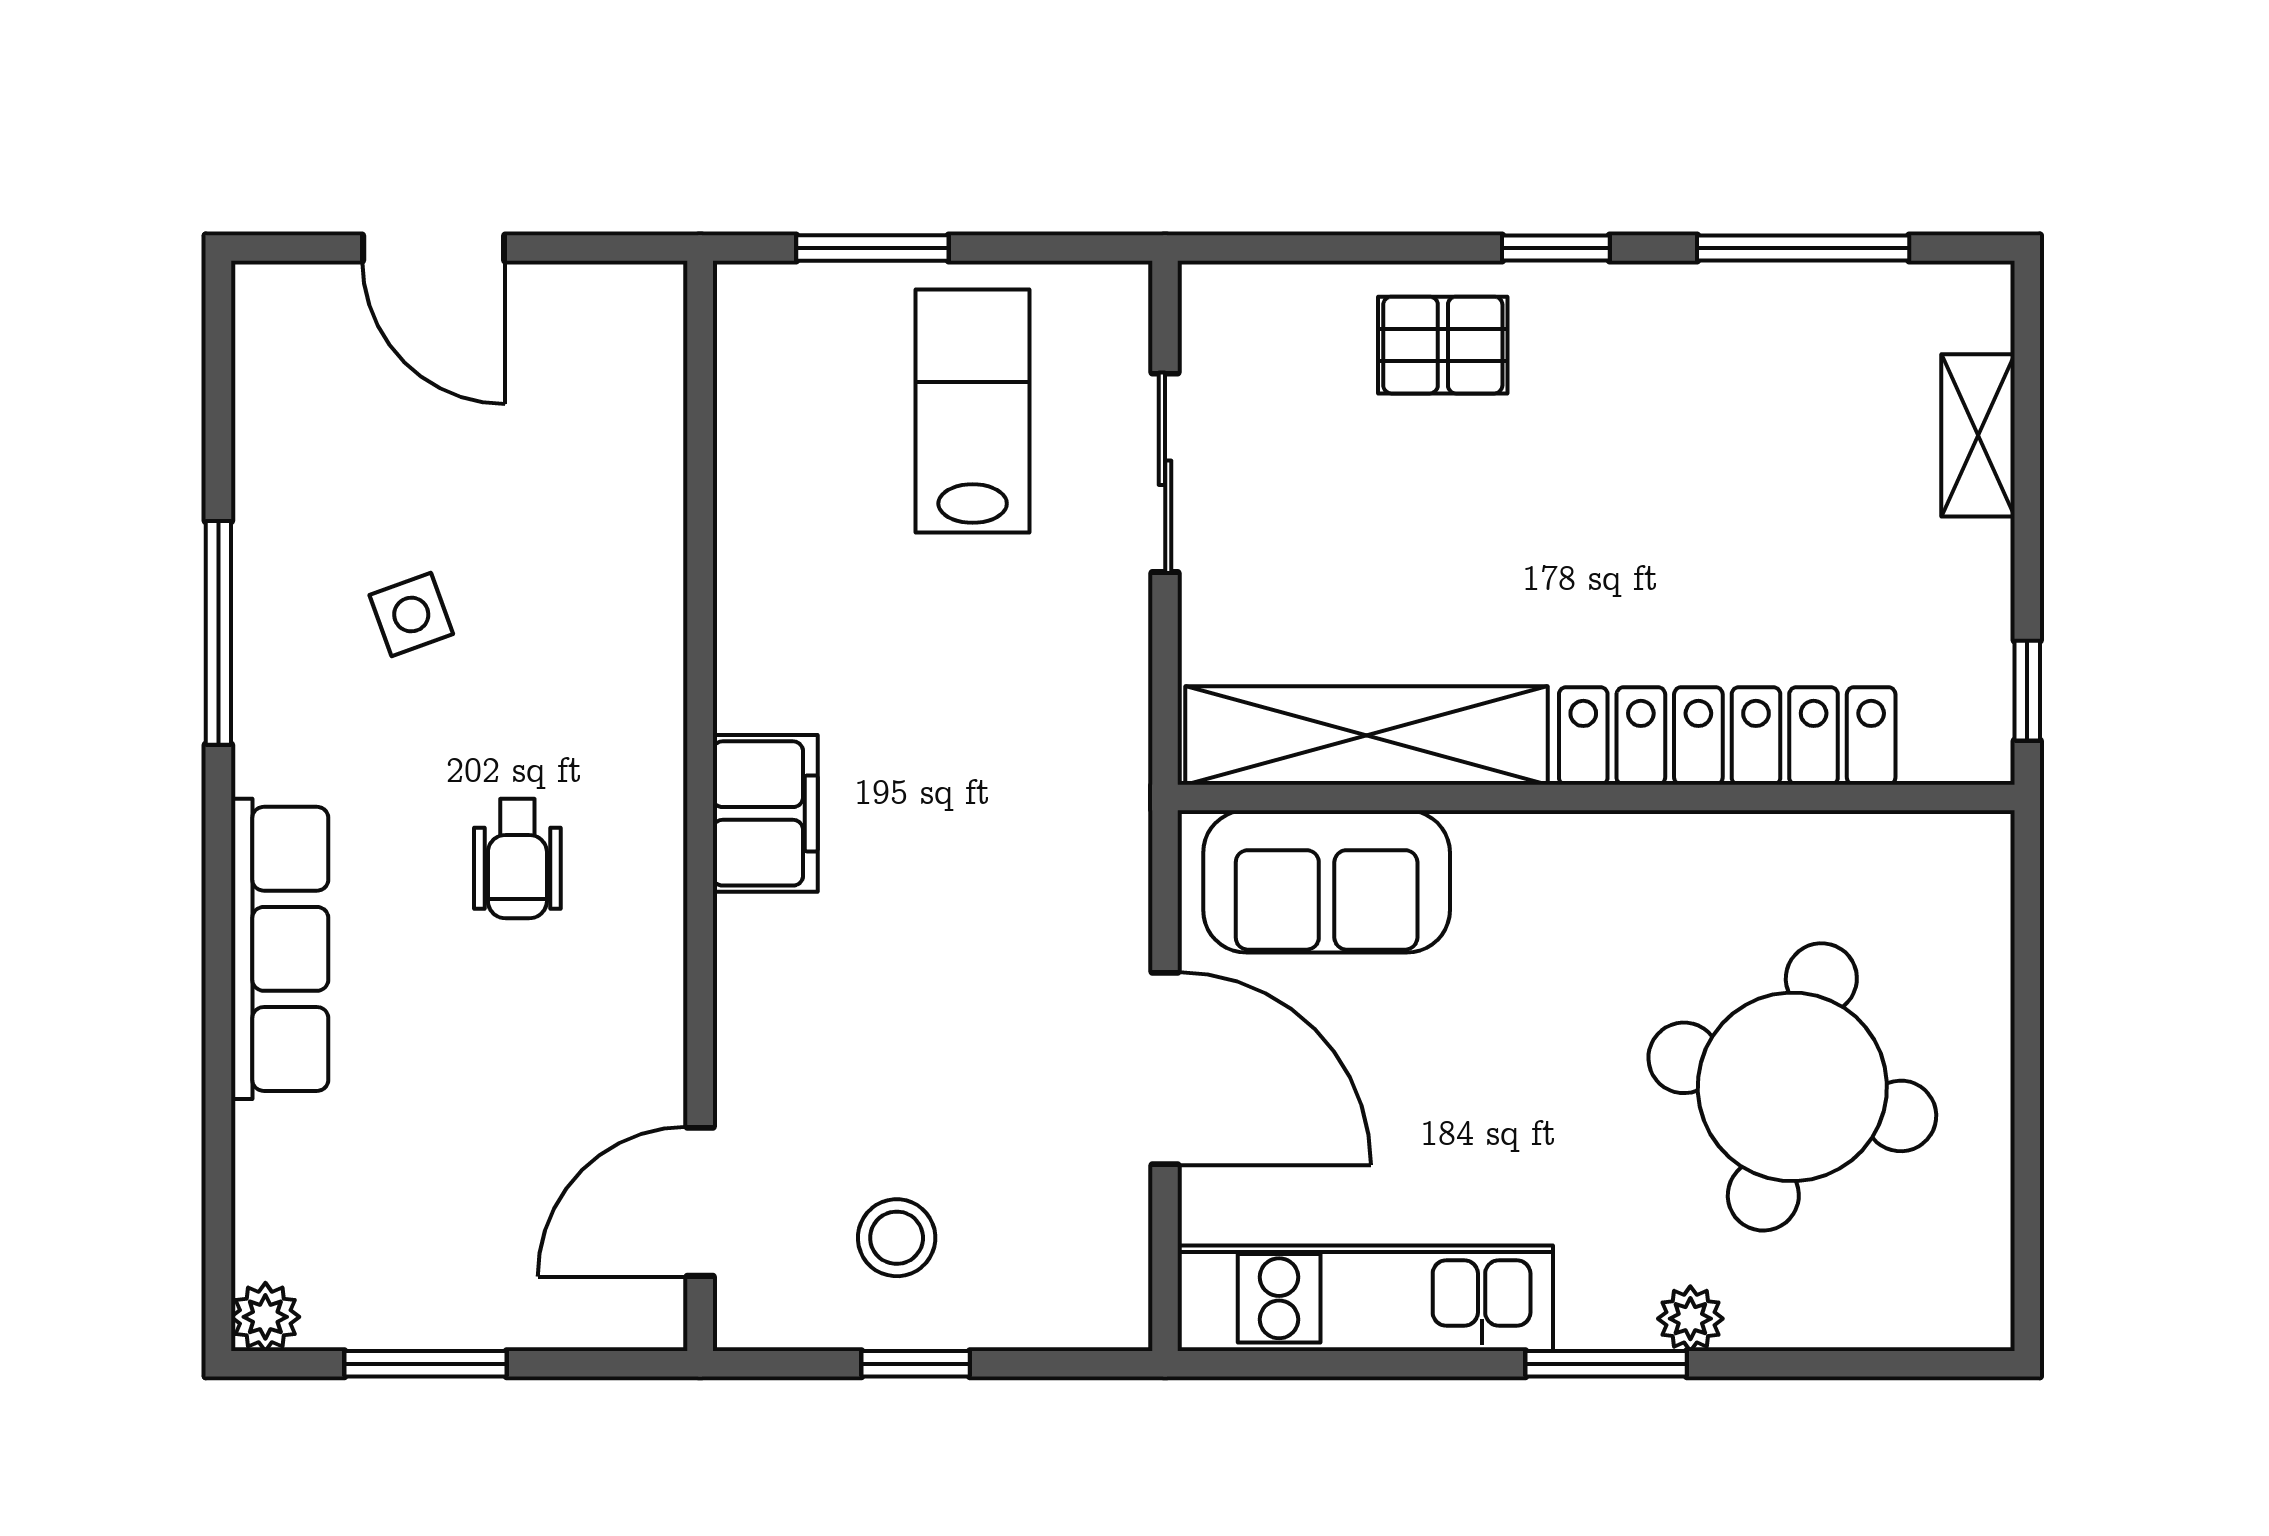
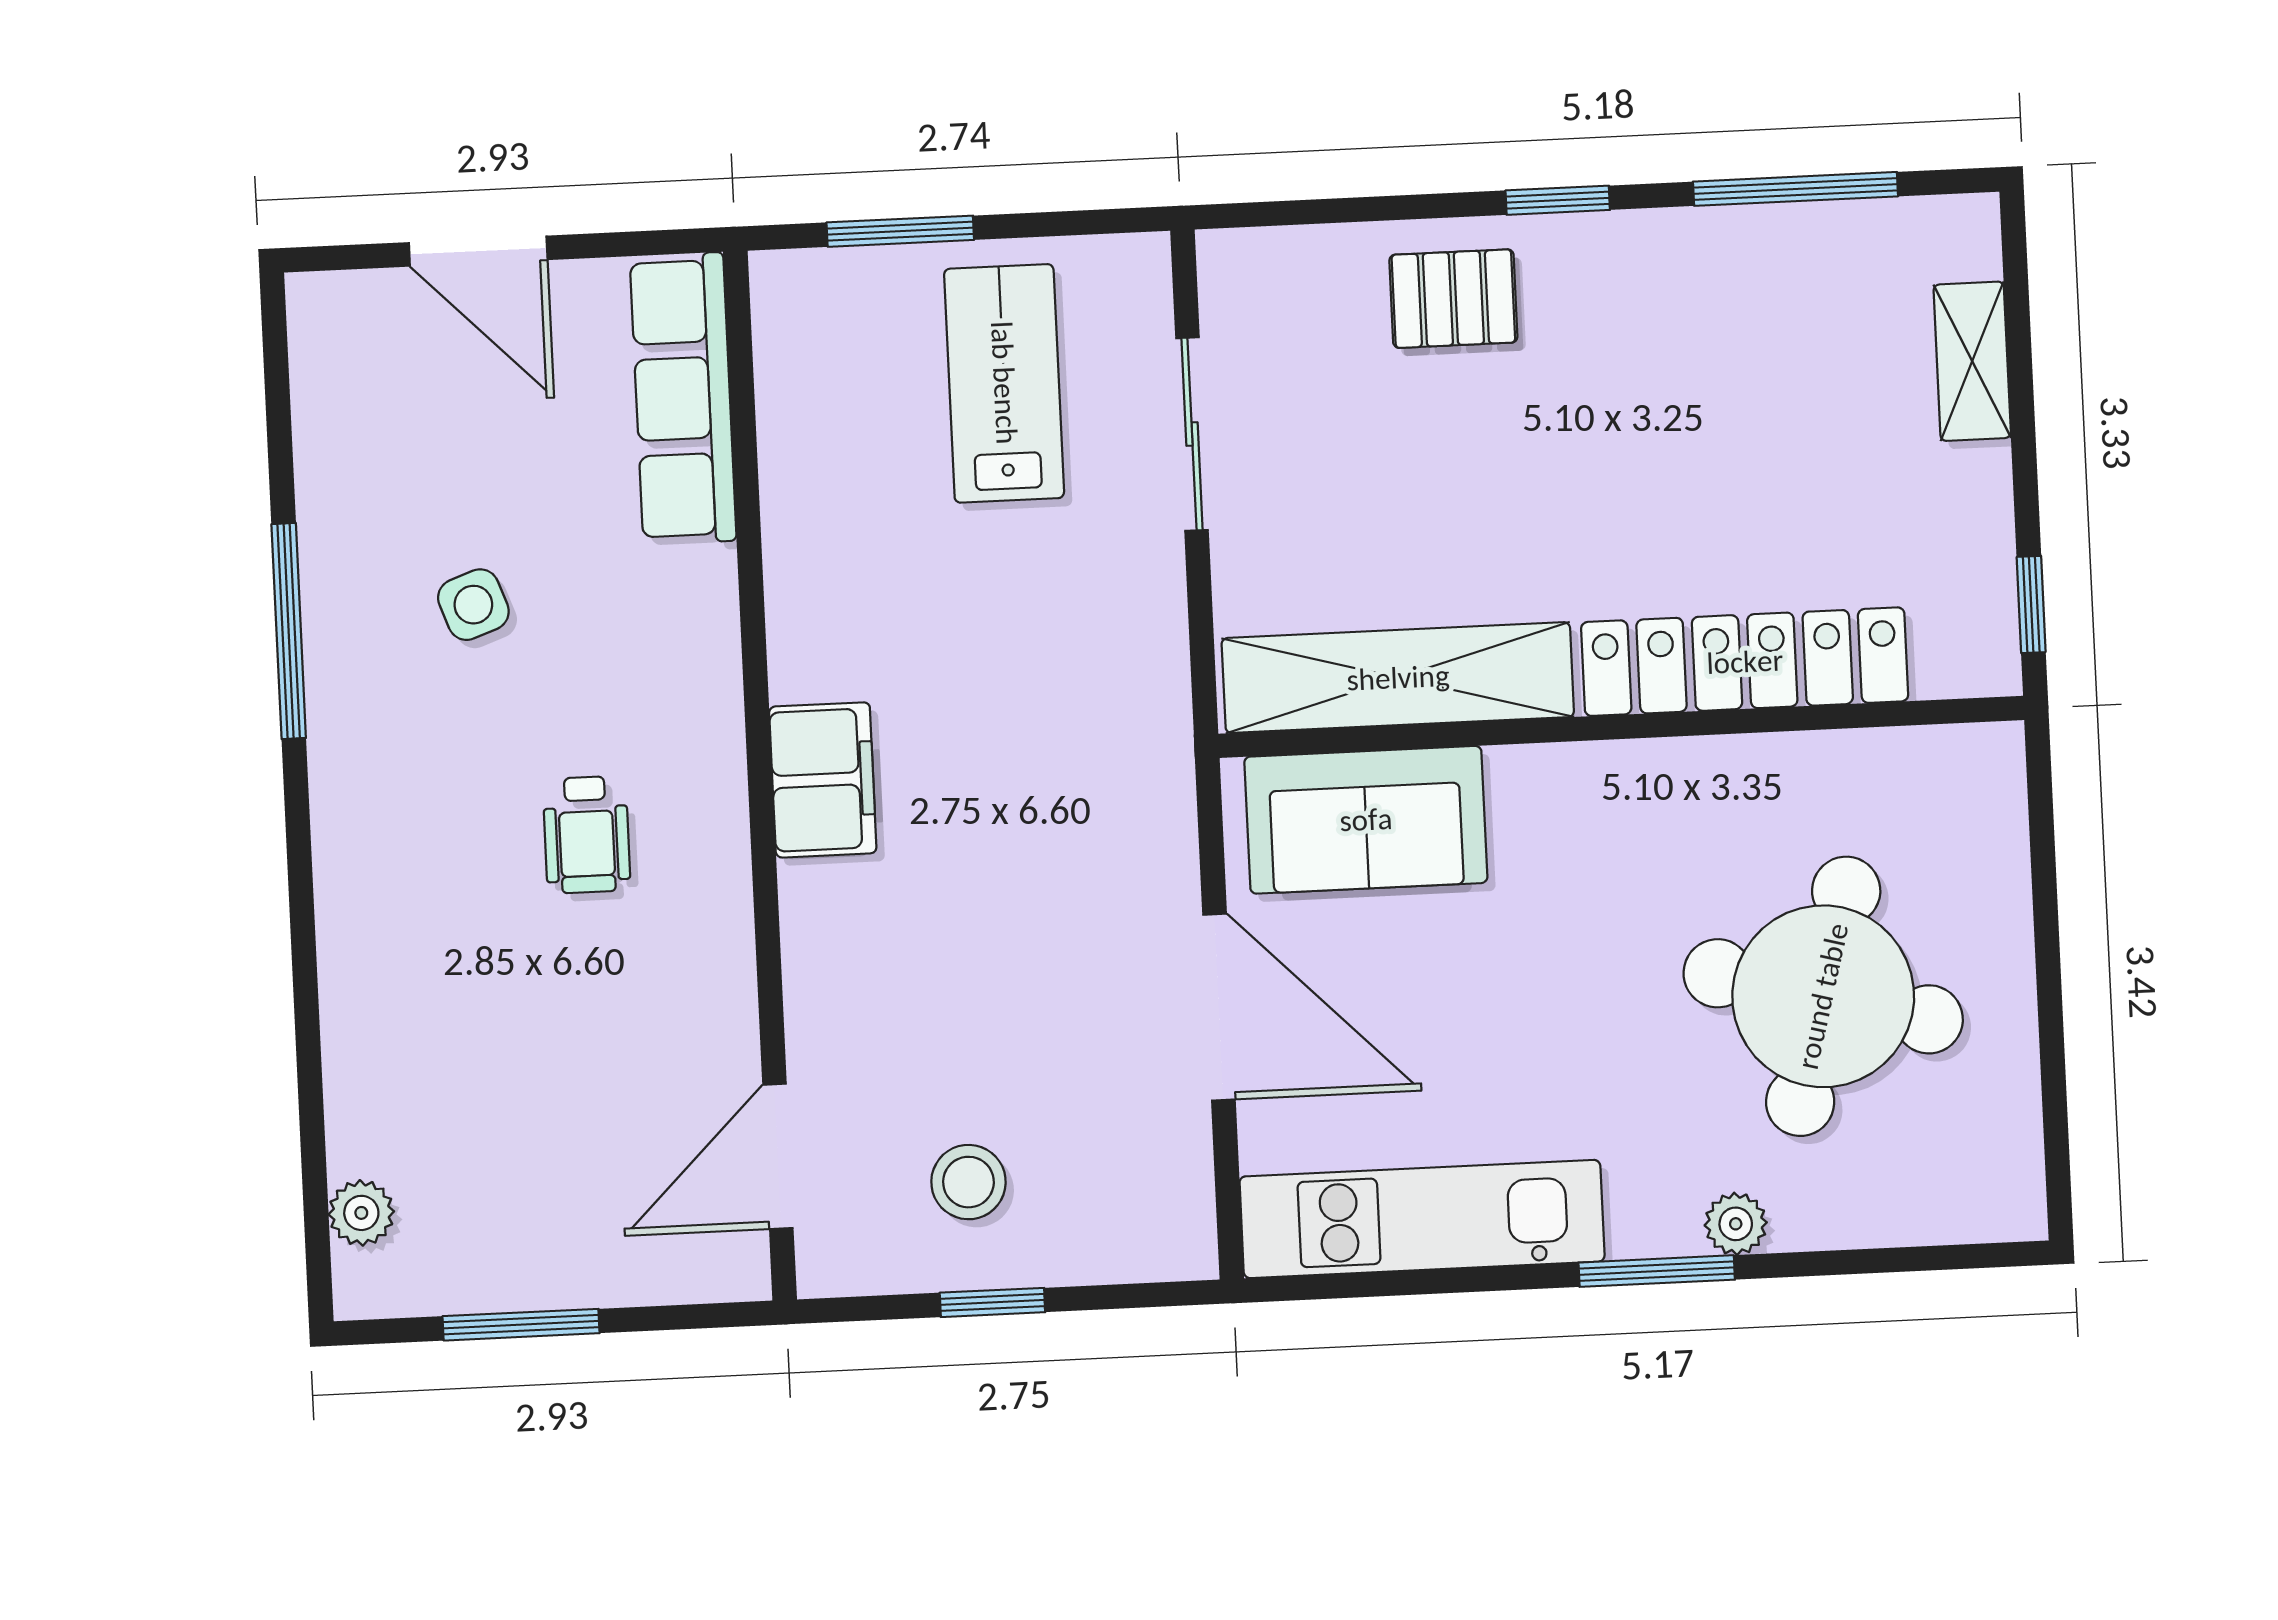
row of seats: (280, 949) -> (683, 398), moved, turned 180
plant: (265, 1317) -> (361, 1213), moved

